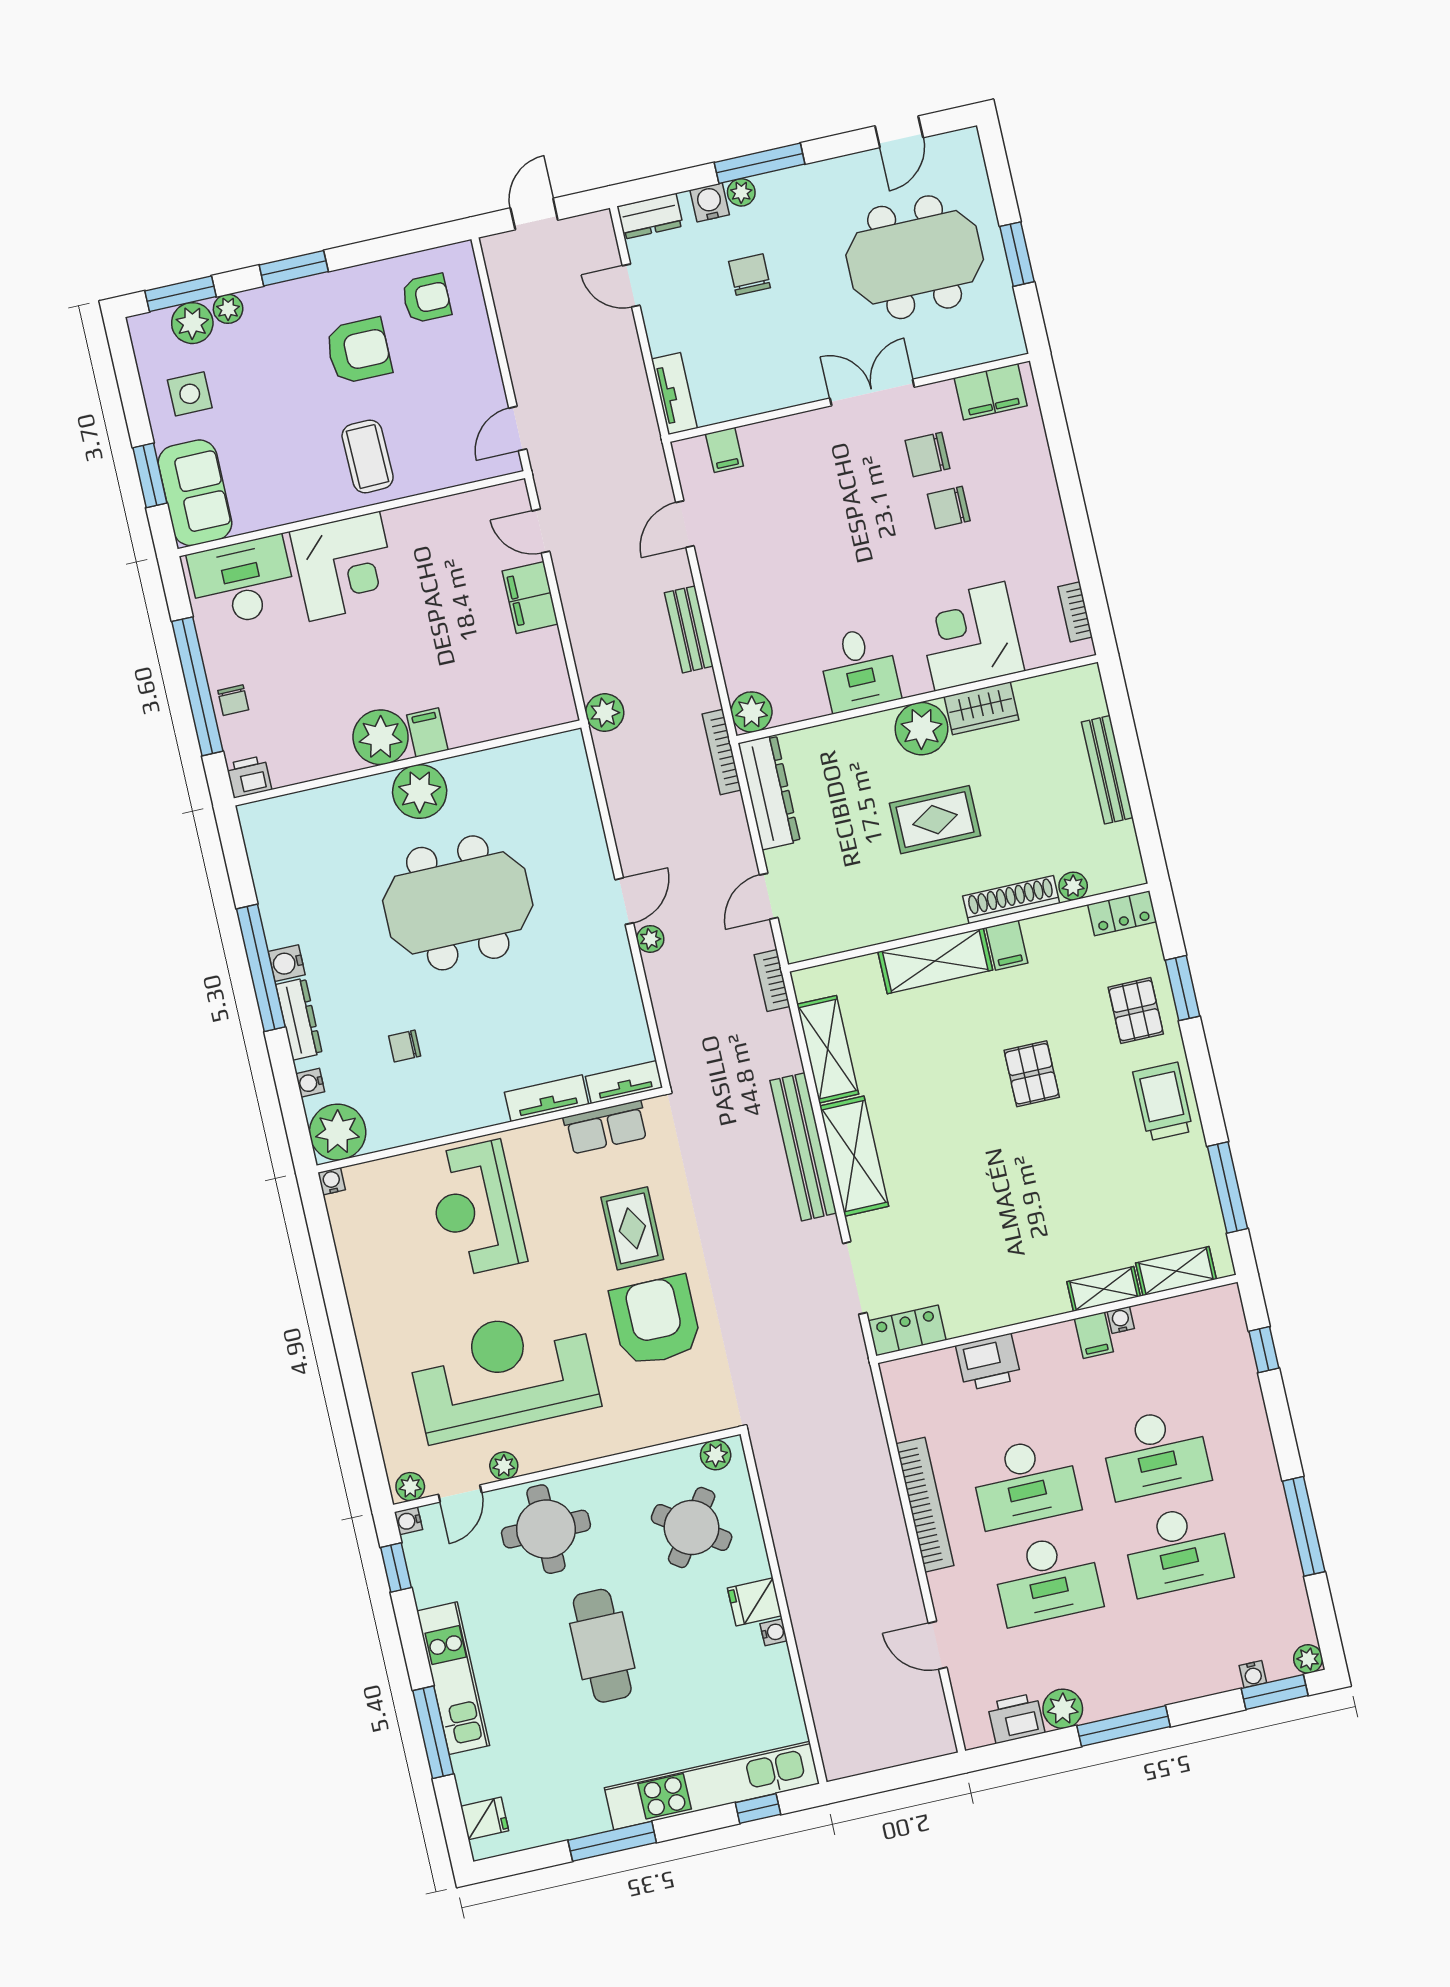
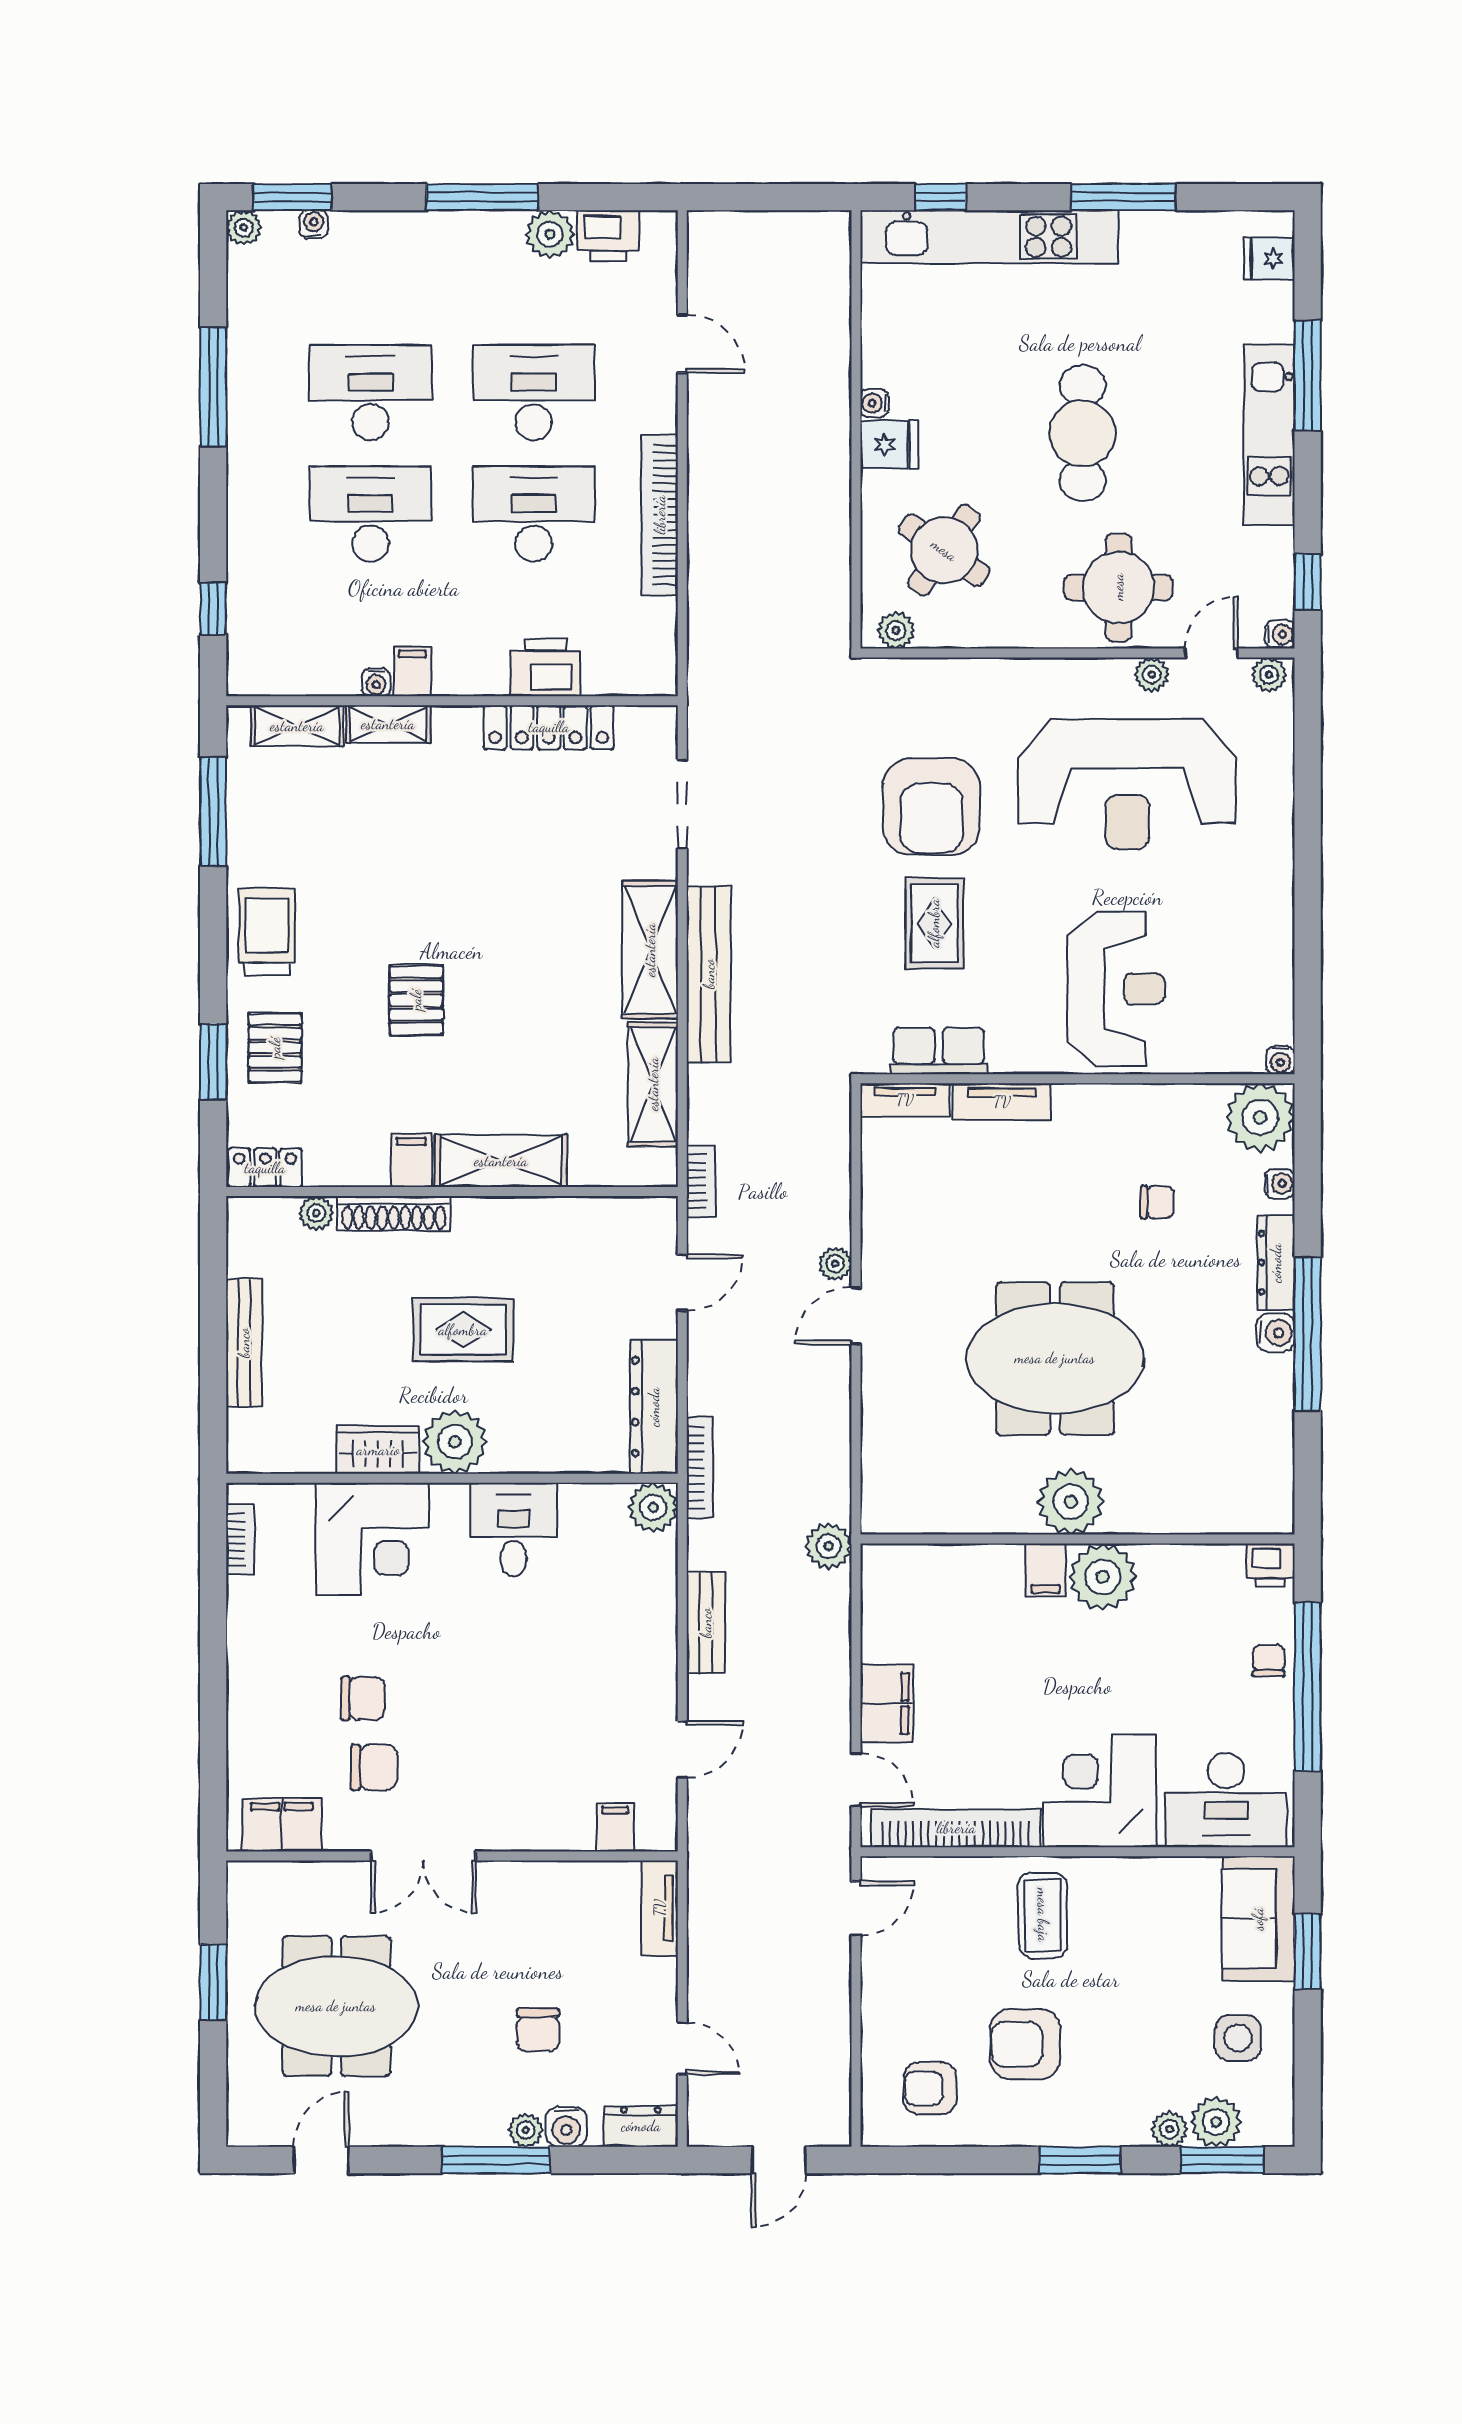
bookcase: (453, 510) -> (956, 1828), added
trolley: (1163, 1101) -> (267, 932), turned 180
locker: (907, 1331) -> (549, 727), moved, width x1.53

